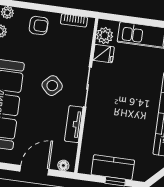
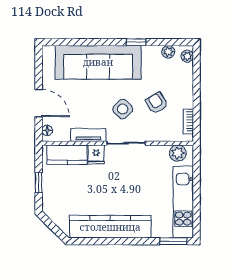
armchair: (39, 26) -> (157, 103), moved, turned 149
fridge: (104, 54) -> (96, 154), moved
kitchen counter: (113, 167) -> (67, 155), moved, turned 90

